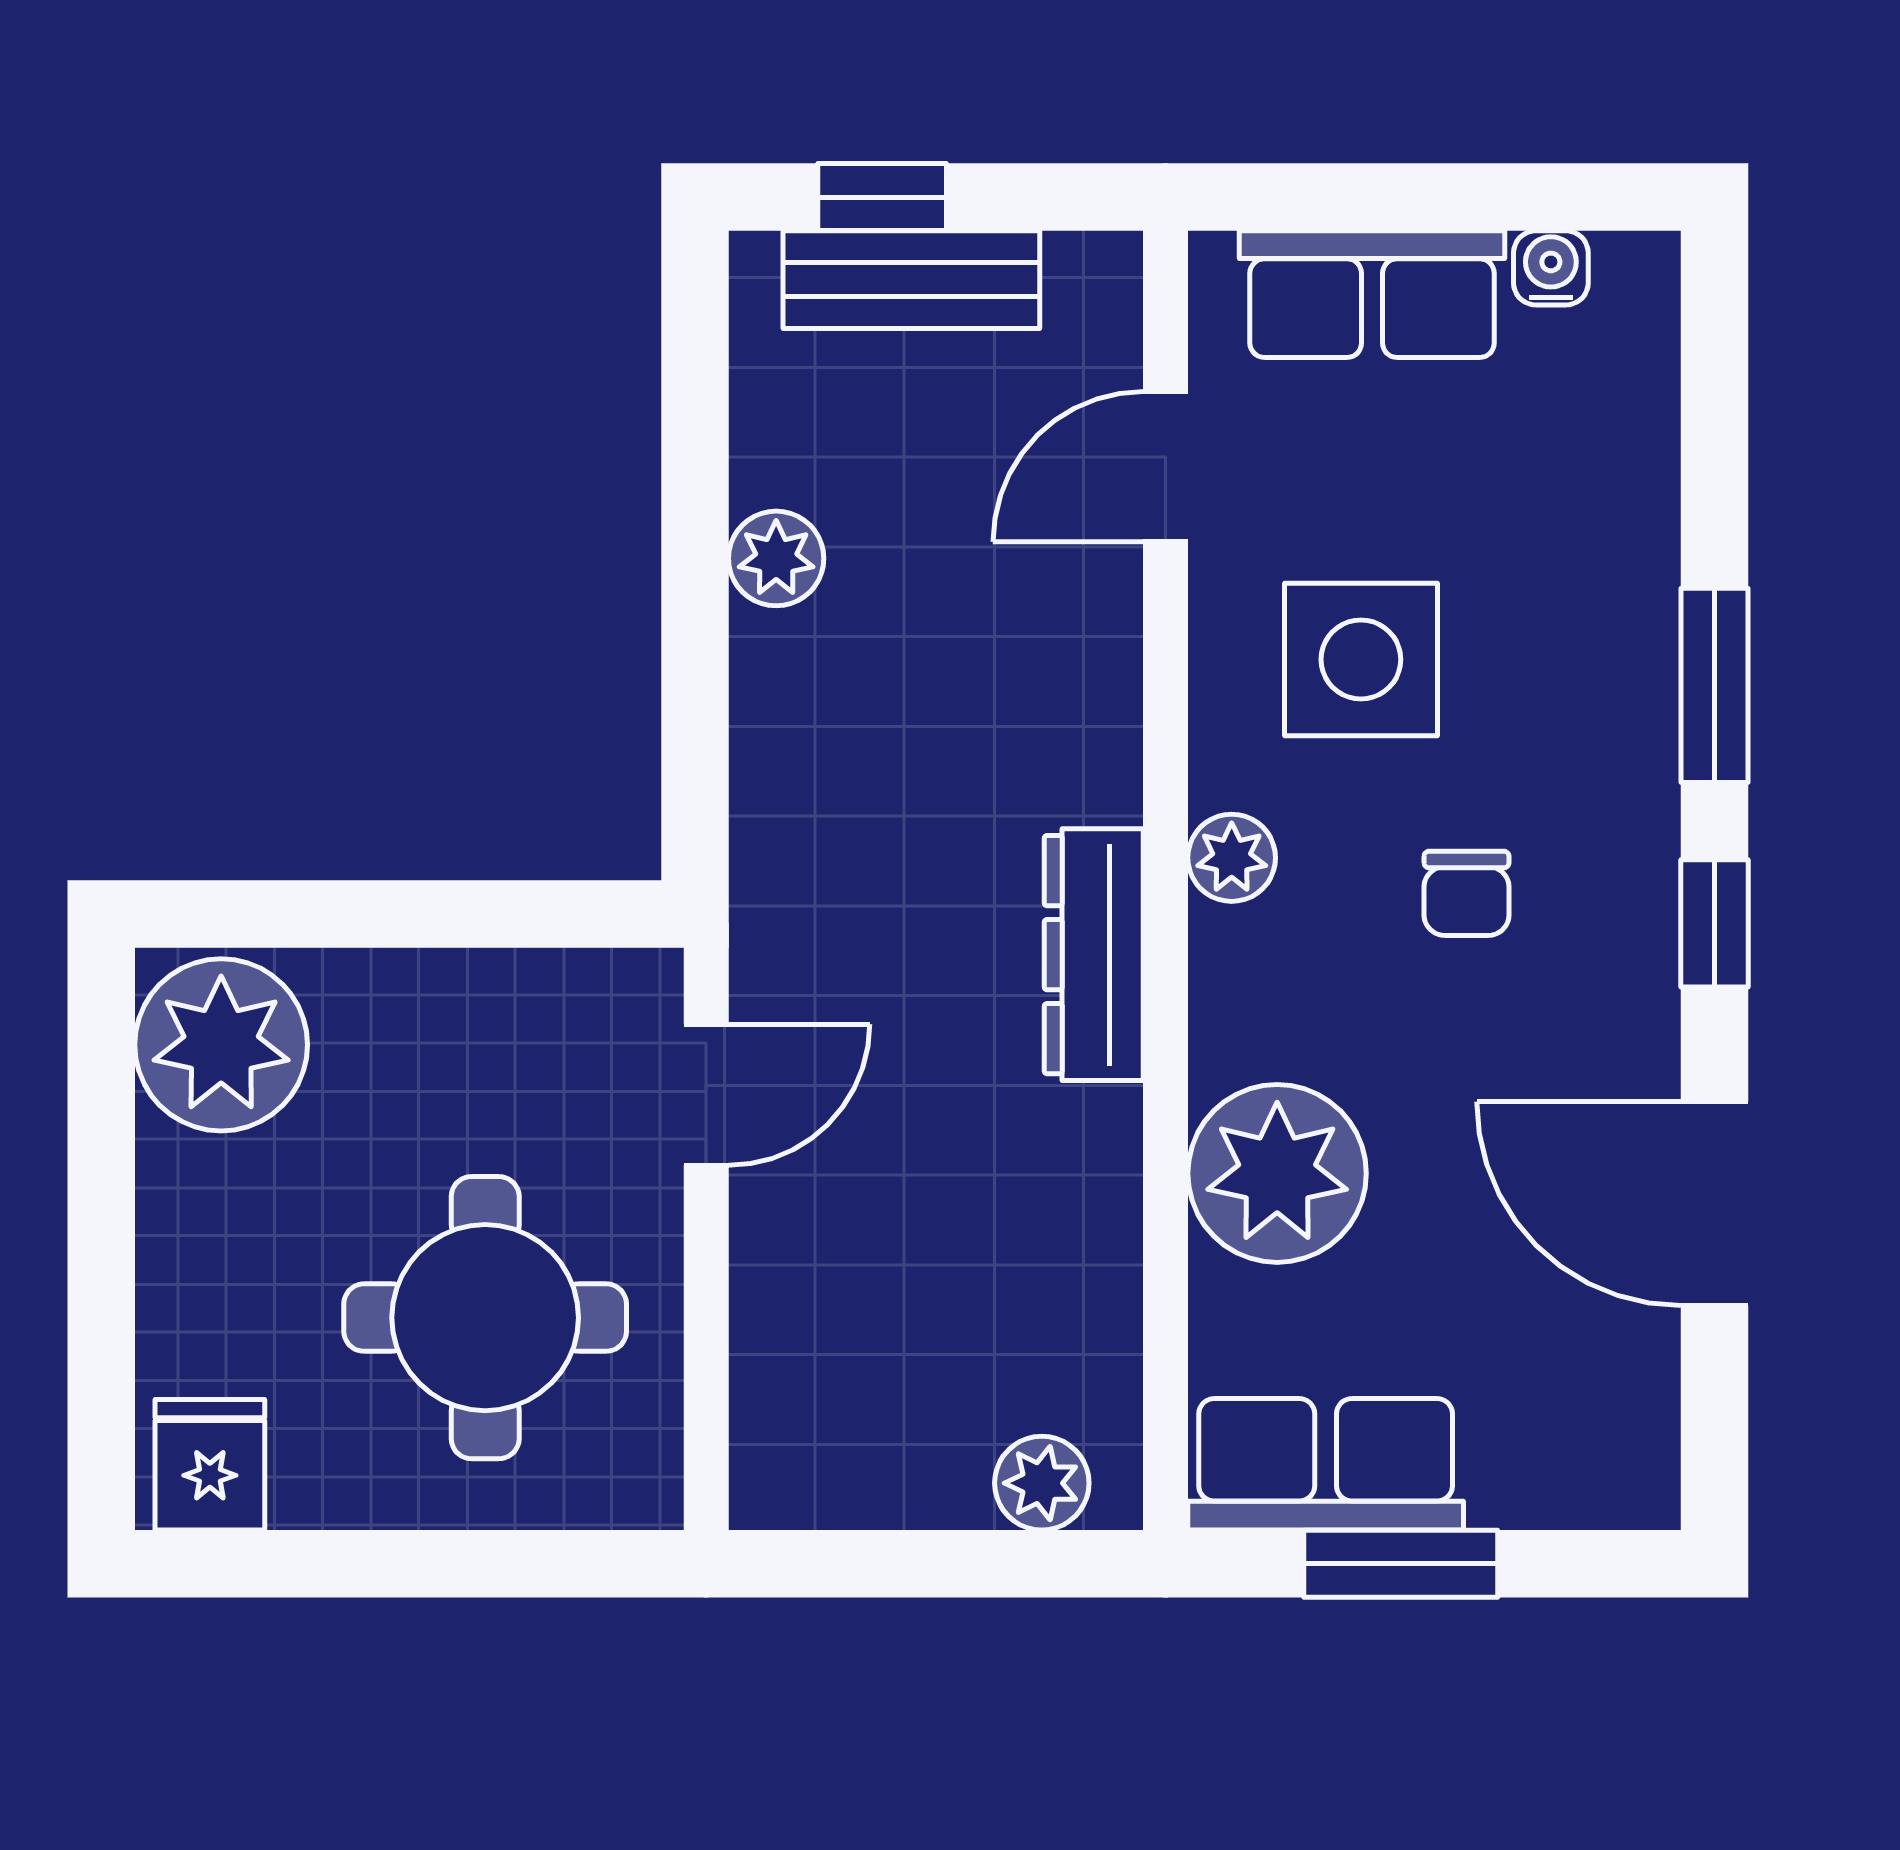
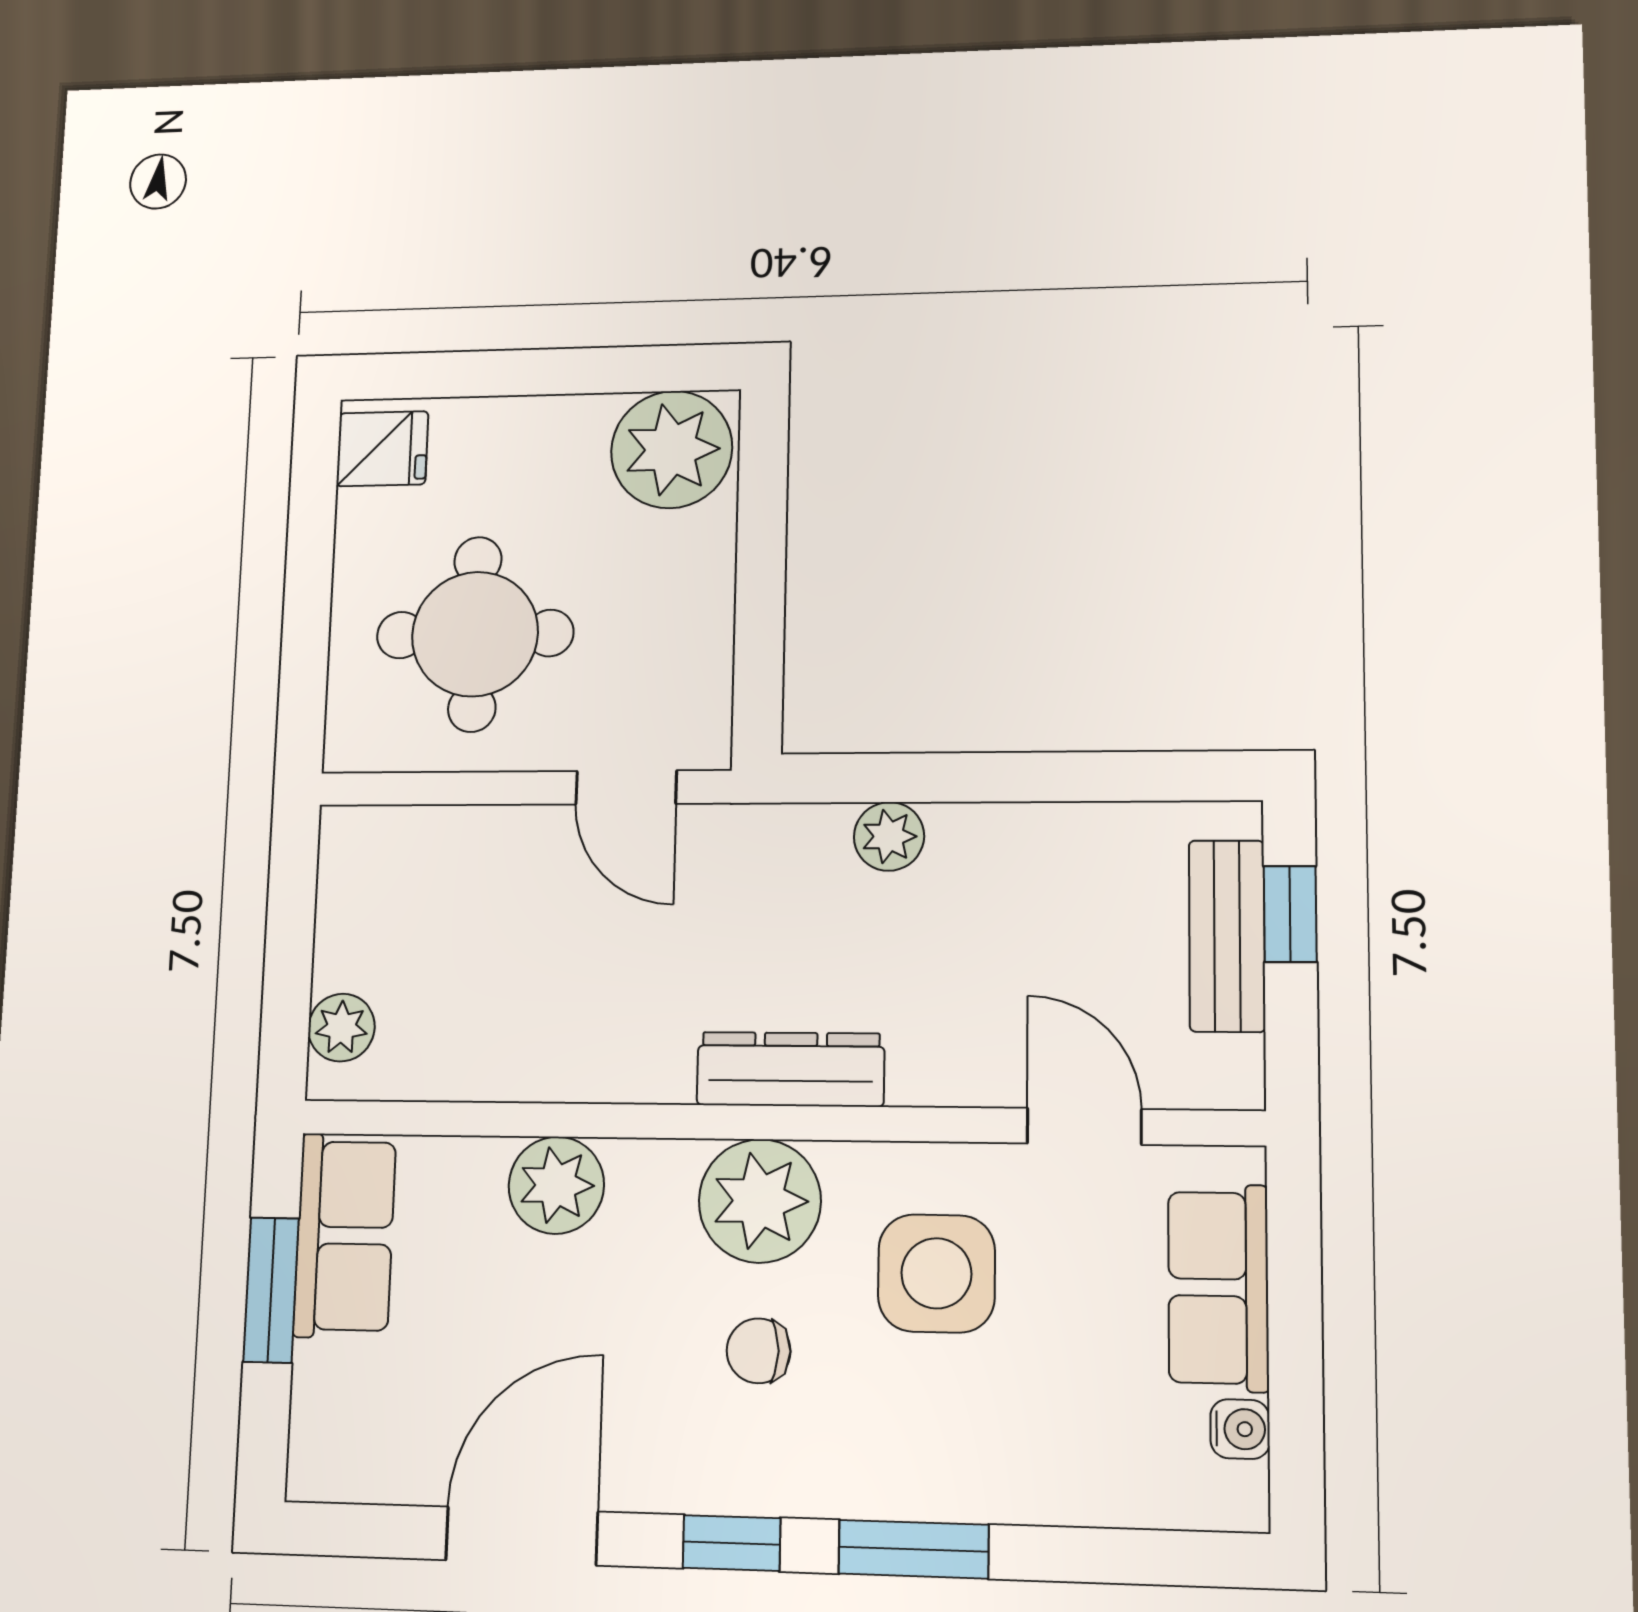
plant: (776, 558) -> (889, 836), moved
plant: (1232, 858) -> (760, 1201), width x1.88, depth x1.88
dresser: (1094, 955) -> (791, 1069), moved
plant: (1277, 1173) -> (556, 1185), width x0.73, depth x0.73

